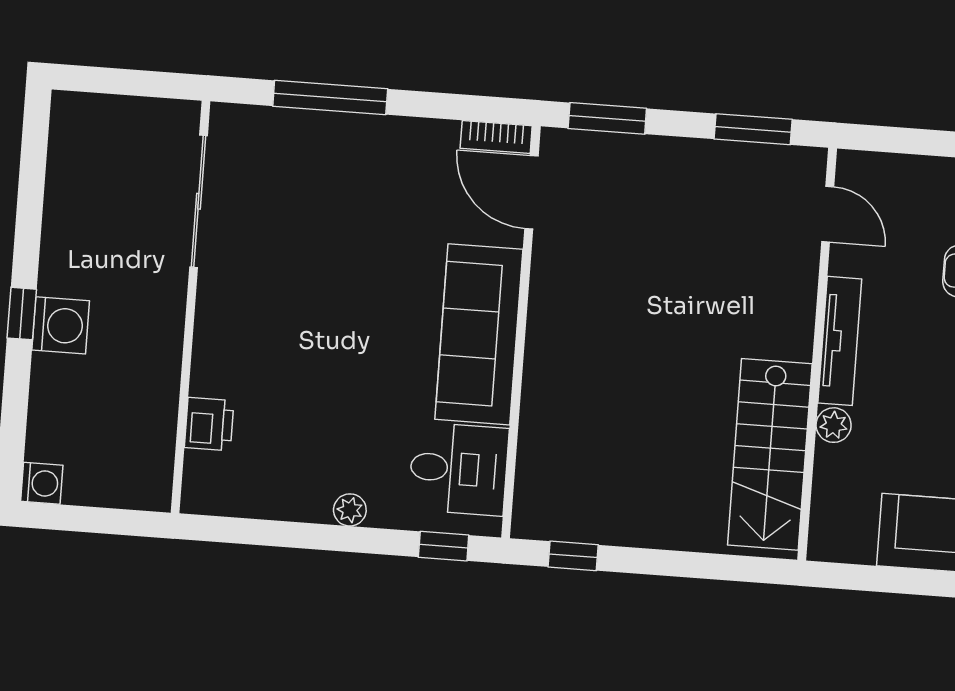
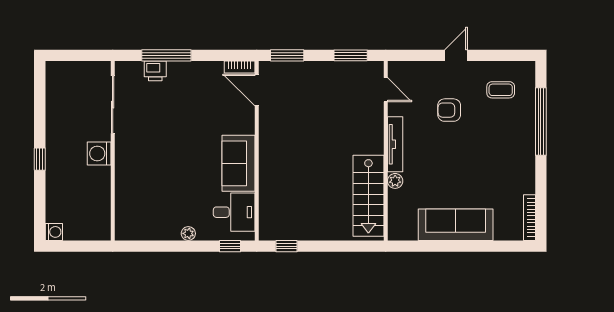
washing machine: (61, 325) -> (99, 154), moved, turned 180
sofa: (479, 334) -> (238, 163), width x0.73
printer: (209, 424) -> (155, 71), moved, turned 90

